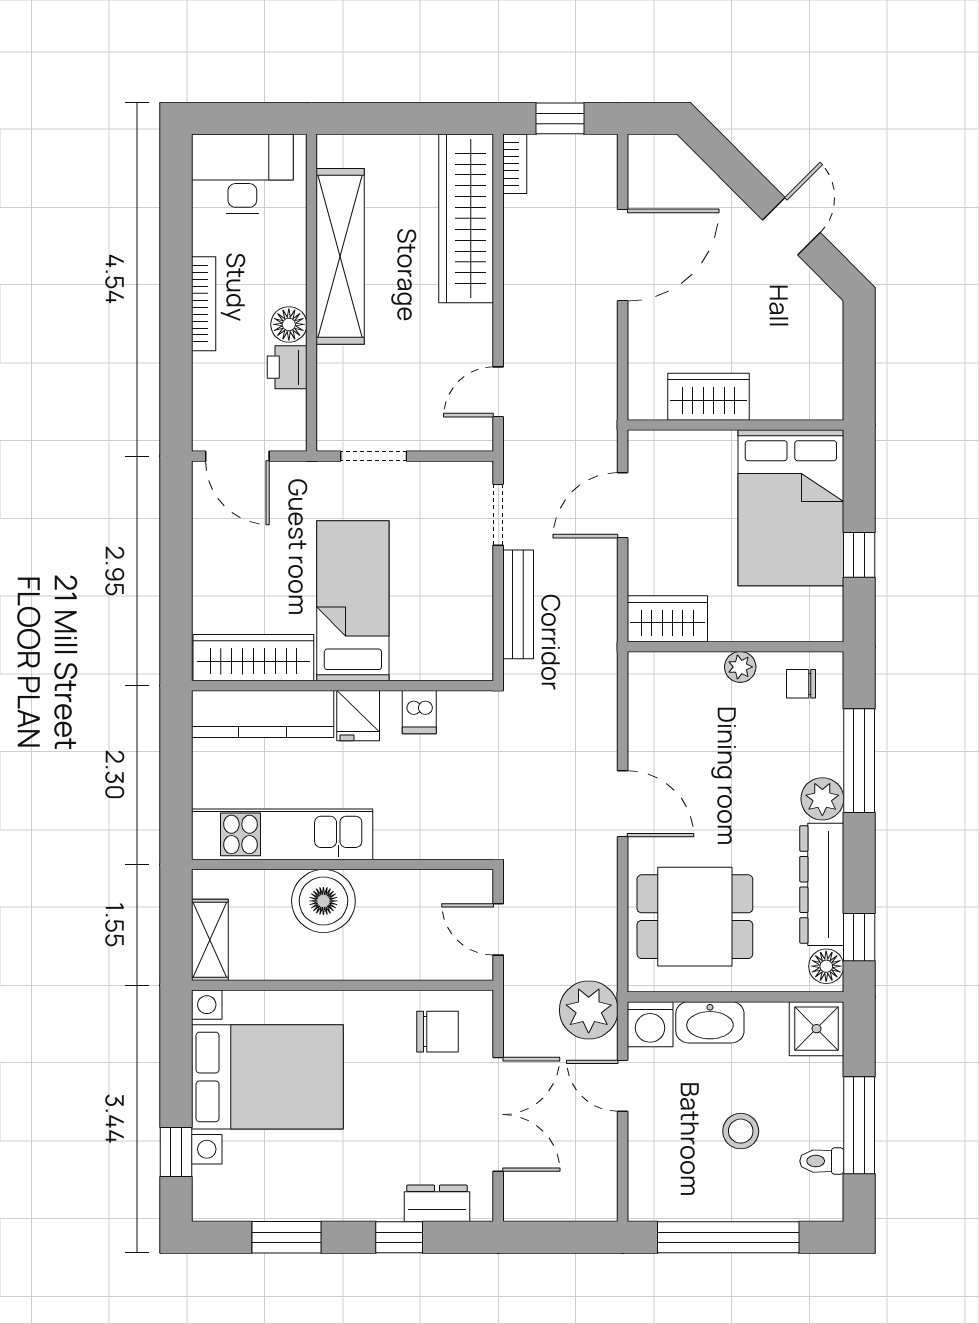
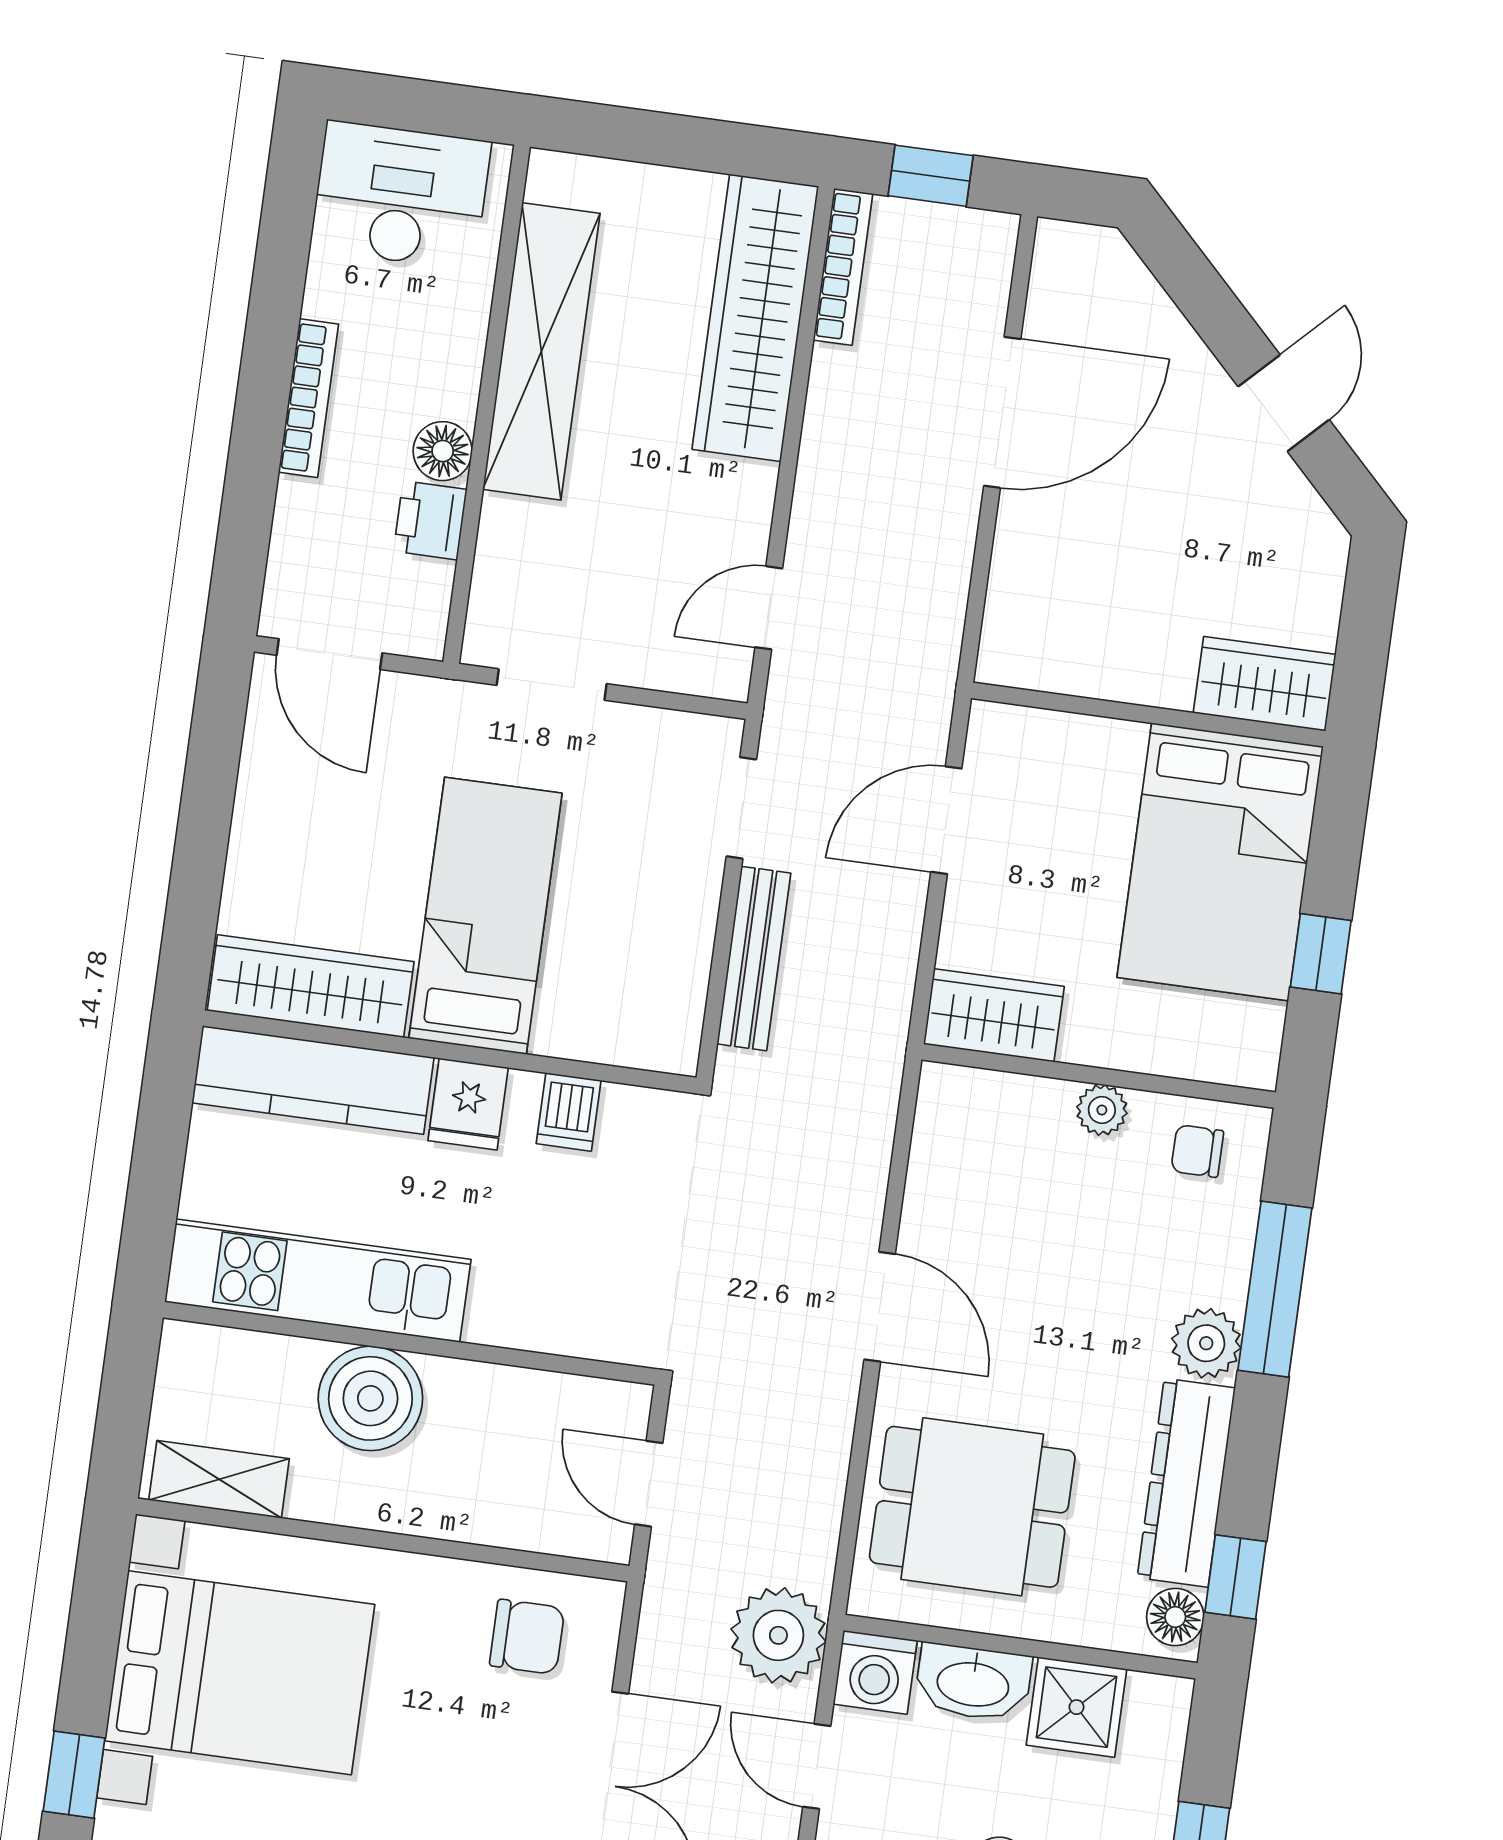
bookcase: (515, 164) -> (843, 267), width x1.56
wardrobe: (708, 397) -> (1265, 684), moved
shelving: (210, 940) -> (219, 1479), moved, turned 90
shower: (816, 1029) -> (1077, 1707), moved

